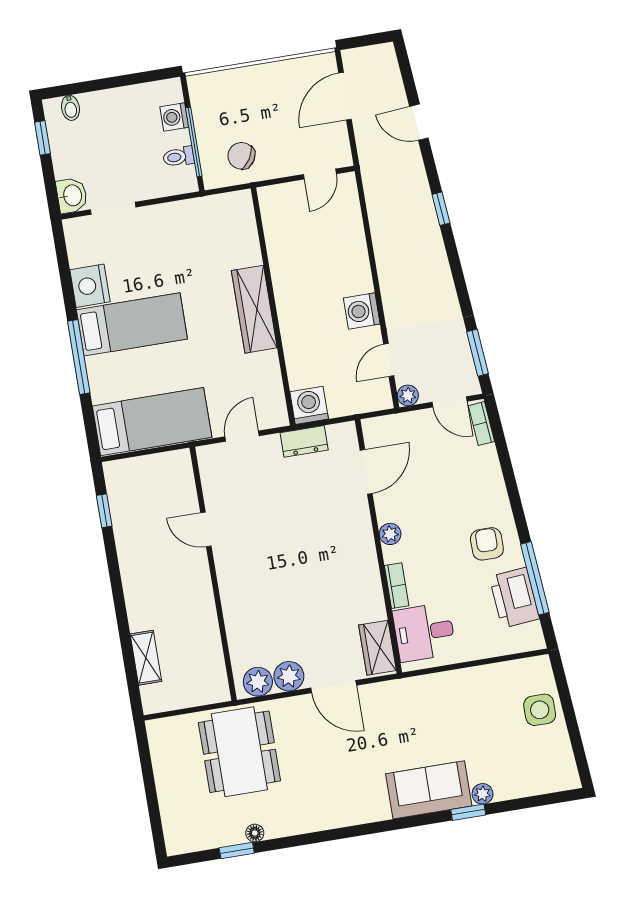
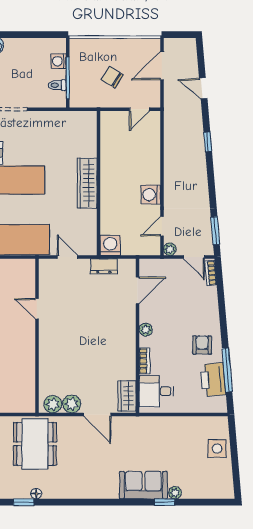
chair: (241, 156) -> (112, 77), moved
door: (242, 436) -> (67, 257), hinge flipped

